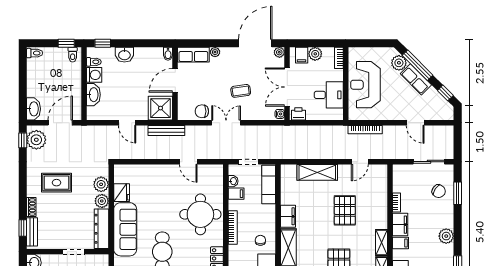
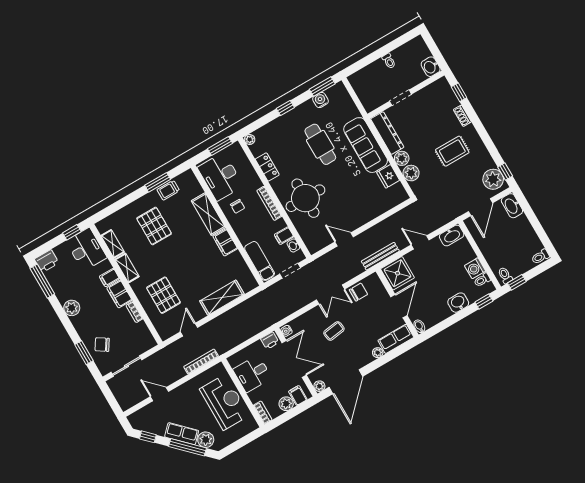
washbasin: (93, 95) -> (452, 235), moved, turned -90
pallet: (345, 210) -> (163, 295), moved
bench: (32, 232) -> (449, 94), removed

